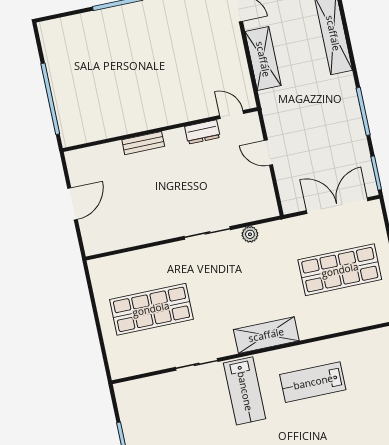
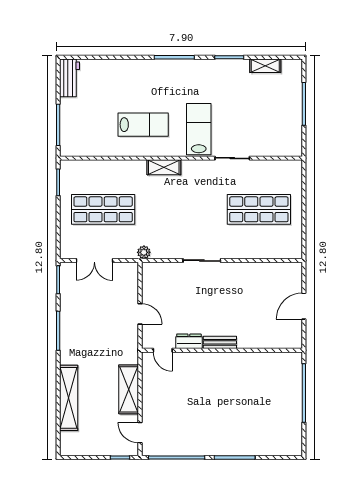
bench: (143, 143) -> (220, 342), moved
double door: (337, 206) -> (94, 261), width x0.73
plant: (250, 234) -> (144, 252), moved
shelving: (266, 335) -> (164, 167), width x0.67, depth x0.75

